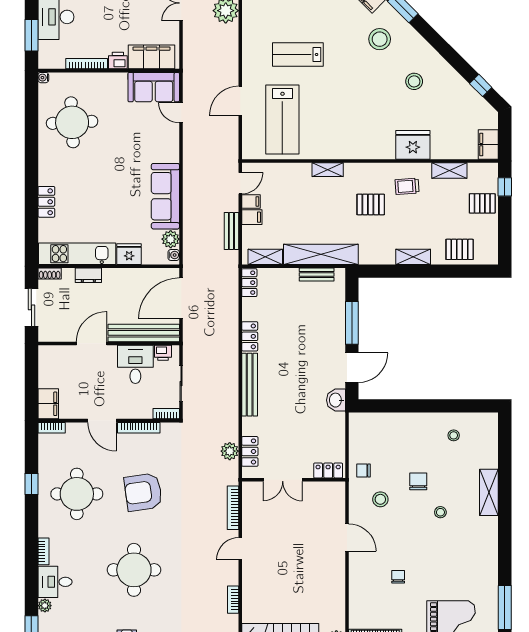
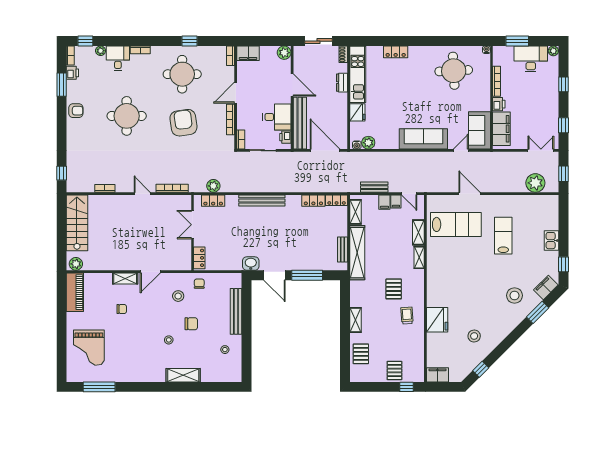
stool: (414, 81) -> (474, 336), moved
lab bench: (282, 119) -> (456, 224), turned 180
shelving: (449, 171) -> (418, 232), moved
sofa: (165, 196) -> (423, 139), moved
locker: (250, 336) -> (313, 201), moved
plant: (47, 354) -> (284, 53), added
bench: (401, 420) -> (236, 311), added
shelving: (356, 572) -> (125, 278), added

